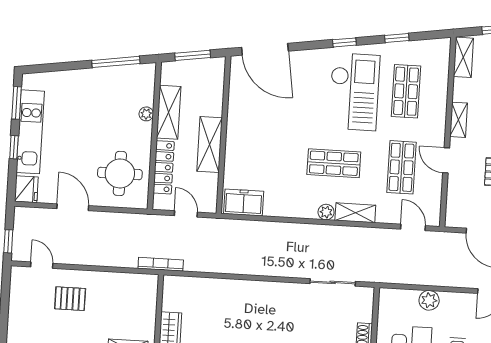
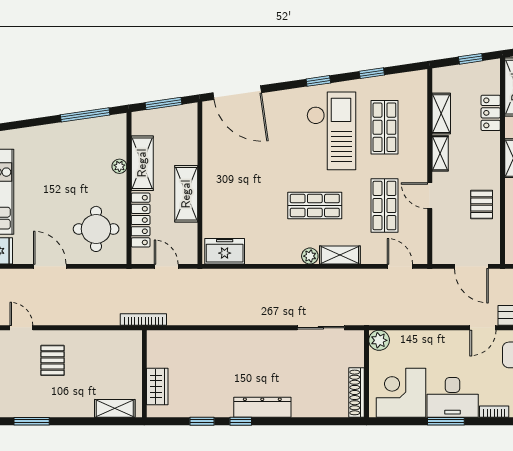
shelving: (463, 57) -> (441, 114), moved
pallet: (70, 299) -> (53, 360), turned 90
plant: (429, 300) -> (379, 340), moved

